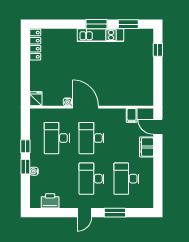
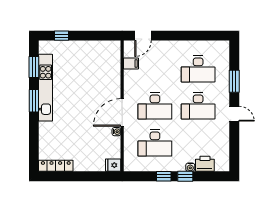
kitchen unit: (100, 35) -> (46, 88), width x1.36
filing cabinet: (147, 147) -> (164, 48), removed
printer: (50, 201) -> (205, 164), moved, turned 90

